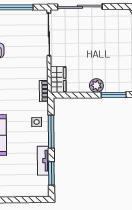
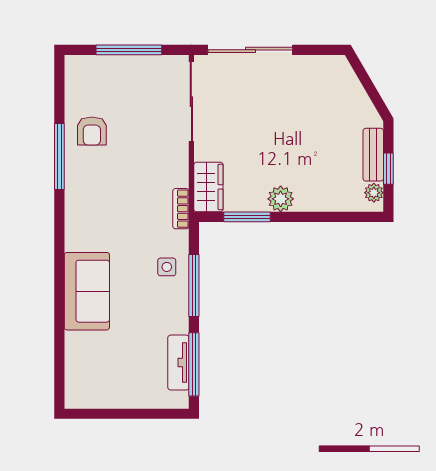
window: (114, 95) -> (247, 217), moved
tv unit: (43, 161) -> (178, 363), moved
window: (51, 173) -> (194, 364), width x1.44

